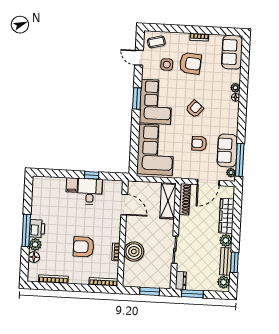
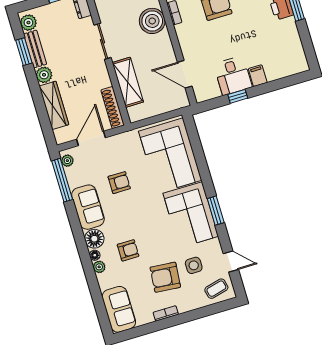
armchair: (195, 109) -> (128, 250), moved, turned -130
floor lamp: (232, 109) -> (94, 239), added
sofa: (227, 150) -> (88, 207), moved
shelving: (168, 201) -> (128, 82), moved

